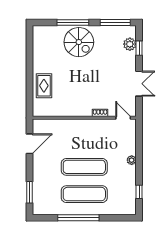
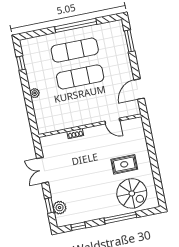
window: (115, 22) -> (78, 226), width x0.46
spiral stairs: (79, 42) -> (132, 193), moved, turned 180
rug: (44, 86) -> (124, 164), moved, turned 90
door: (123, 118) -> (112, 121), moved

